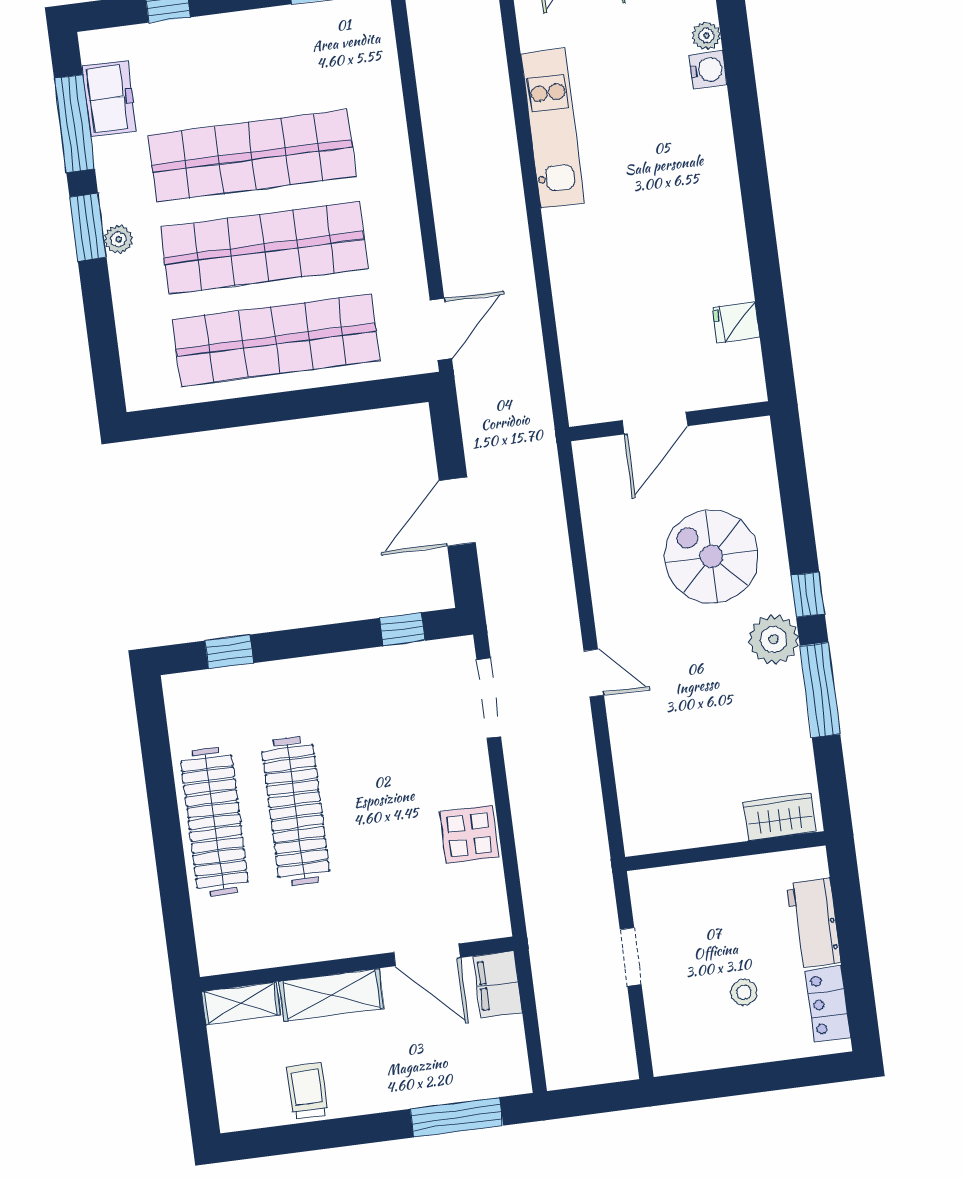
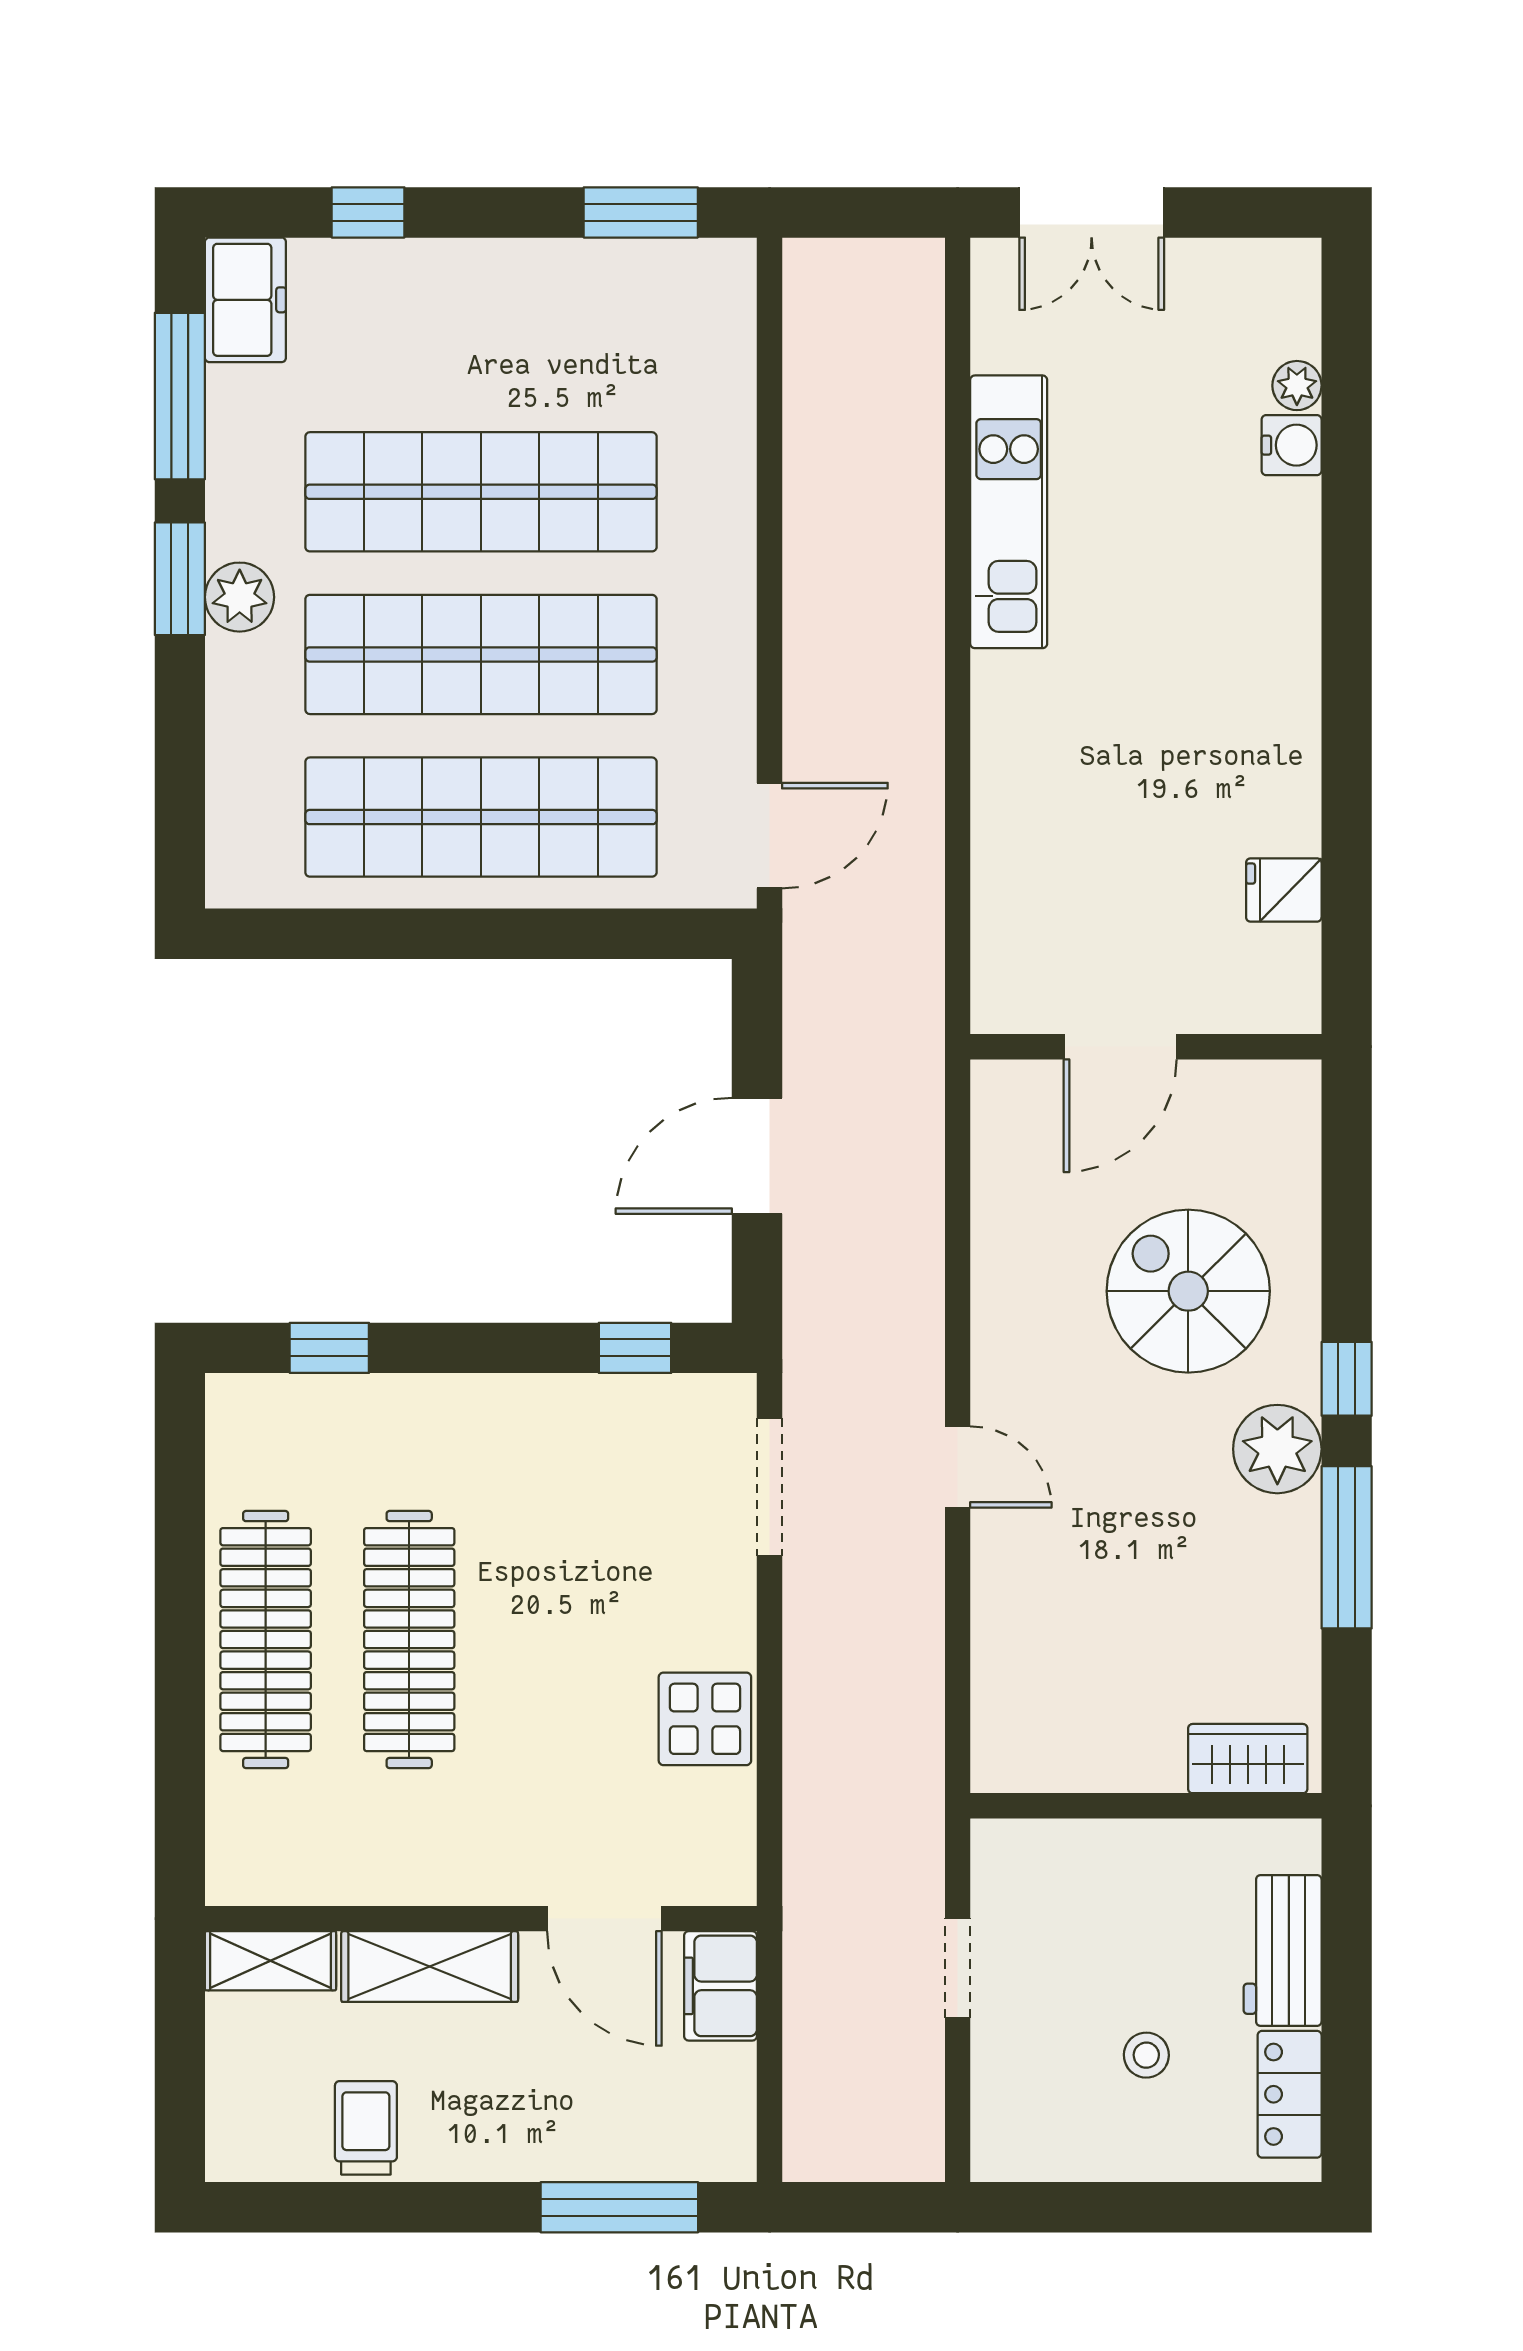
freezer: (109, 98) -> (245, 300), moved
plant: (118, 239) -> (240, 597), width x1.38, depth x1.38

